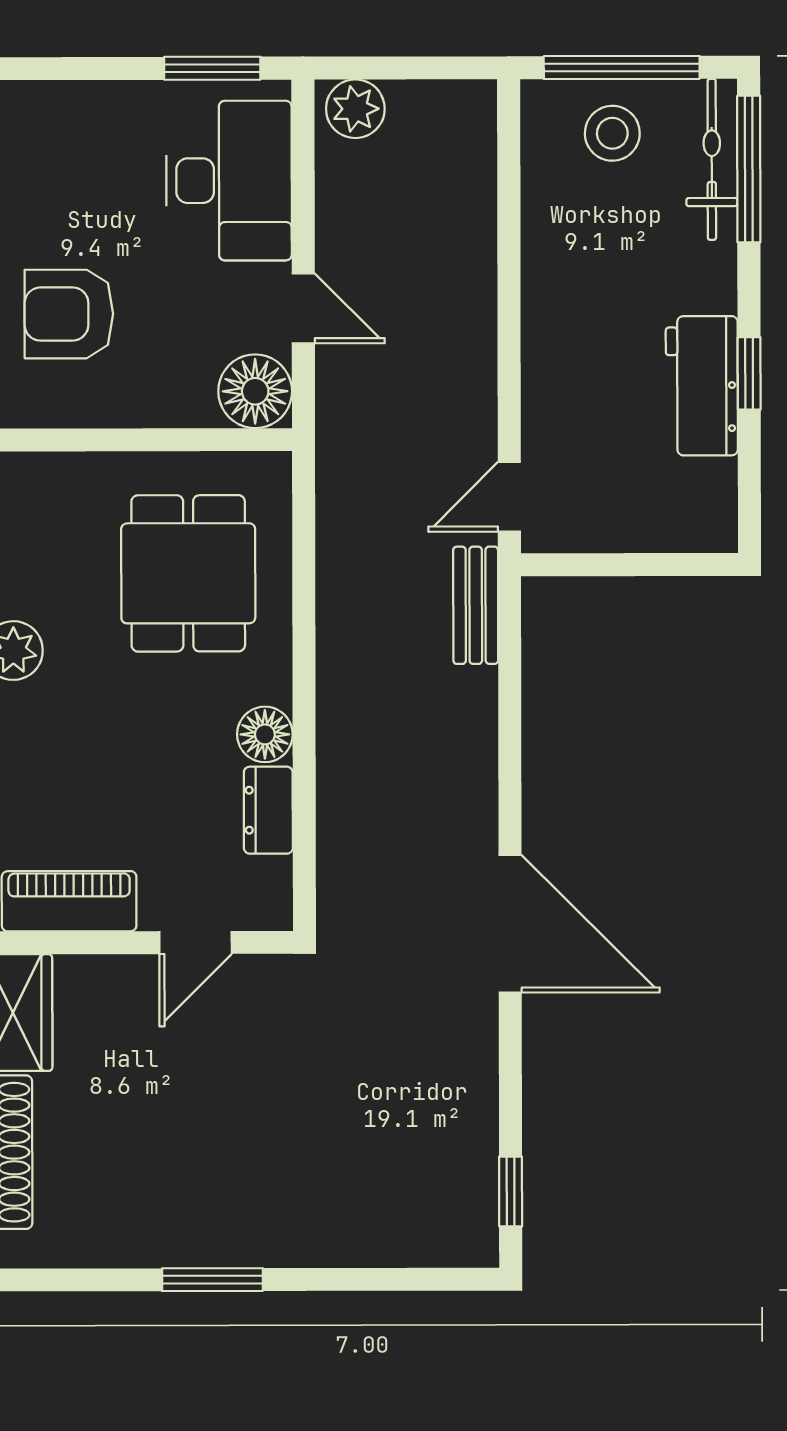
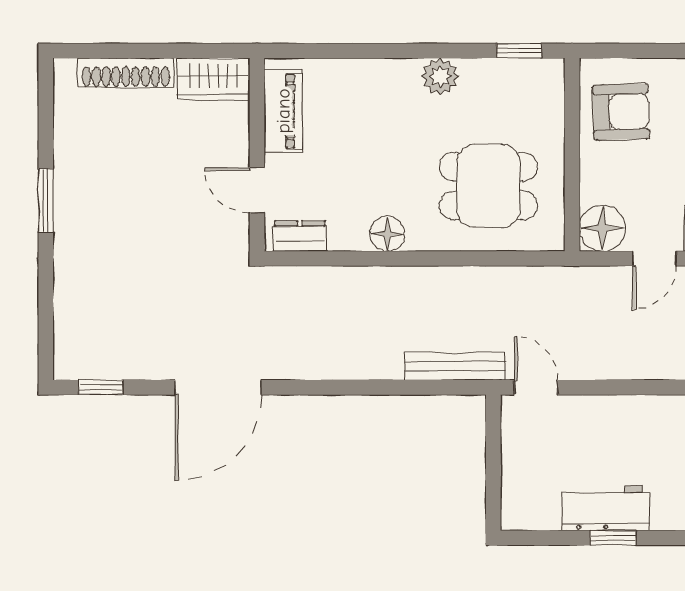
armchair: (69, 314) -> (621, 112), moved, turned 88
bench: (476, 605) -> (455, 366), width x1.36
dresser: (268, 810) -> (300, 236), moved
door: (510, 924) -> (218, 387), moved

